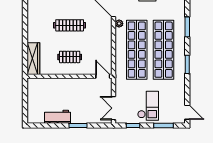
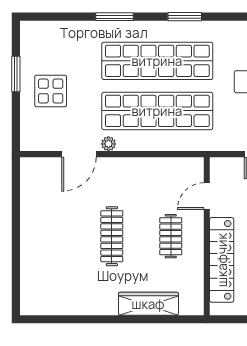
wardrobe: (33, 59) -> (148, 304), moved
door: (103, 76) -> (207, 196), moved
locker: (57, 84) -> (222, 260), added

